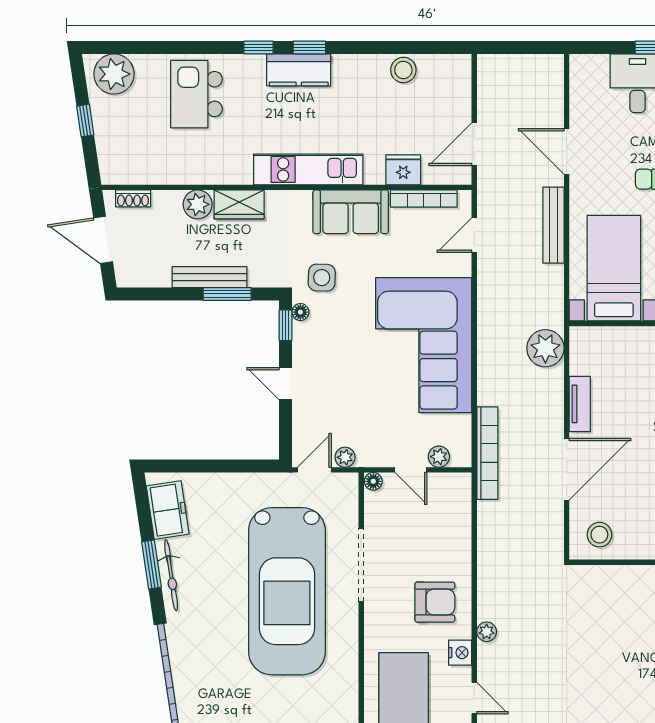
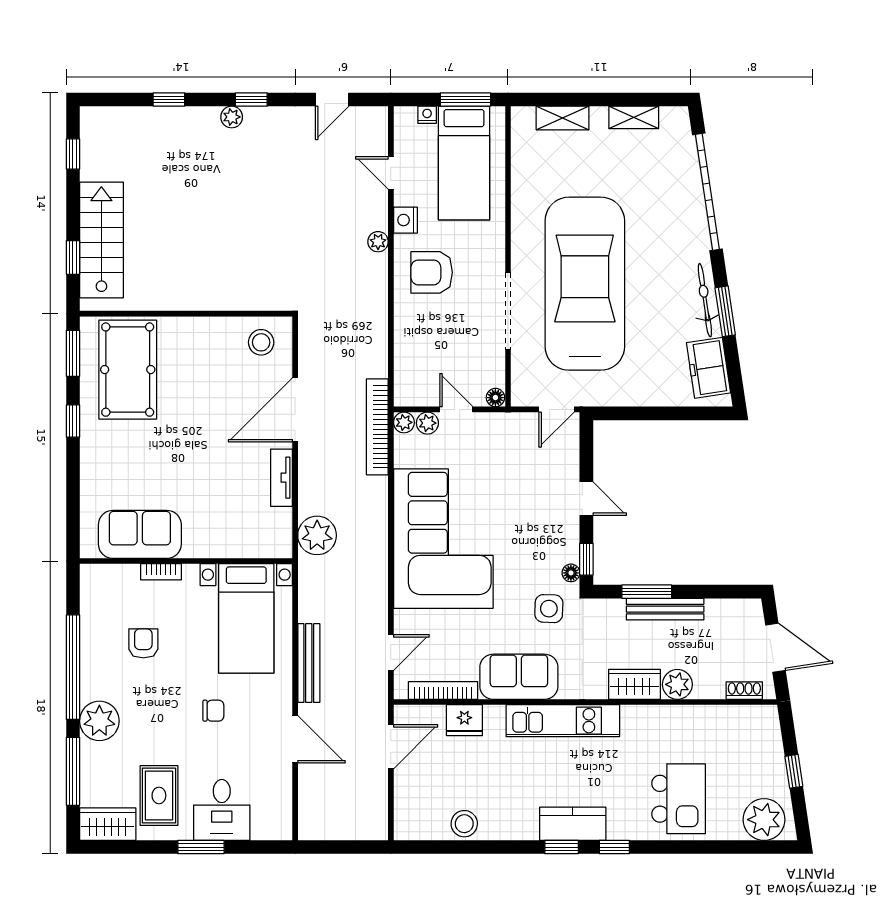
plant: (345, 457) -> (404, 422), moved

